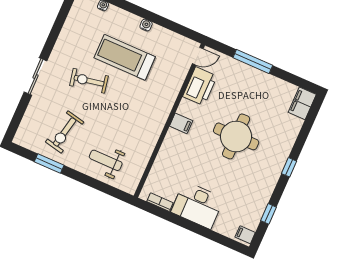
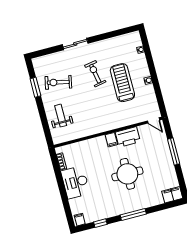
printer: (200, 86) -> (128, 137), moved
window: (289, 167) -> (133, 214), width x2.17

